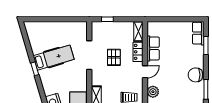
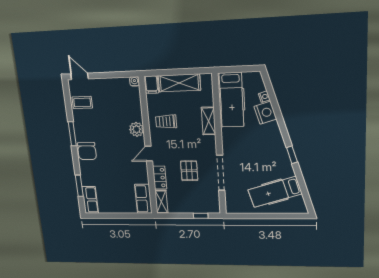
row of seats: (153, 48) -> (143, 199), moved
hospital bed: (54, 58) -> (275, 192), moved
chair: (196, 75) -> (87, 151), turned 90

